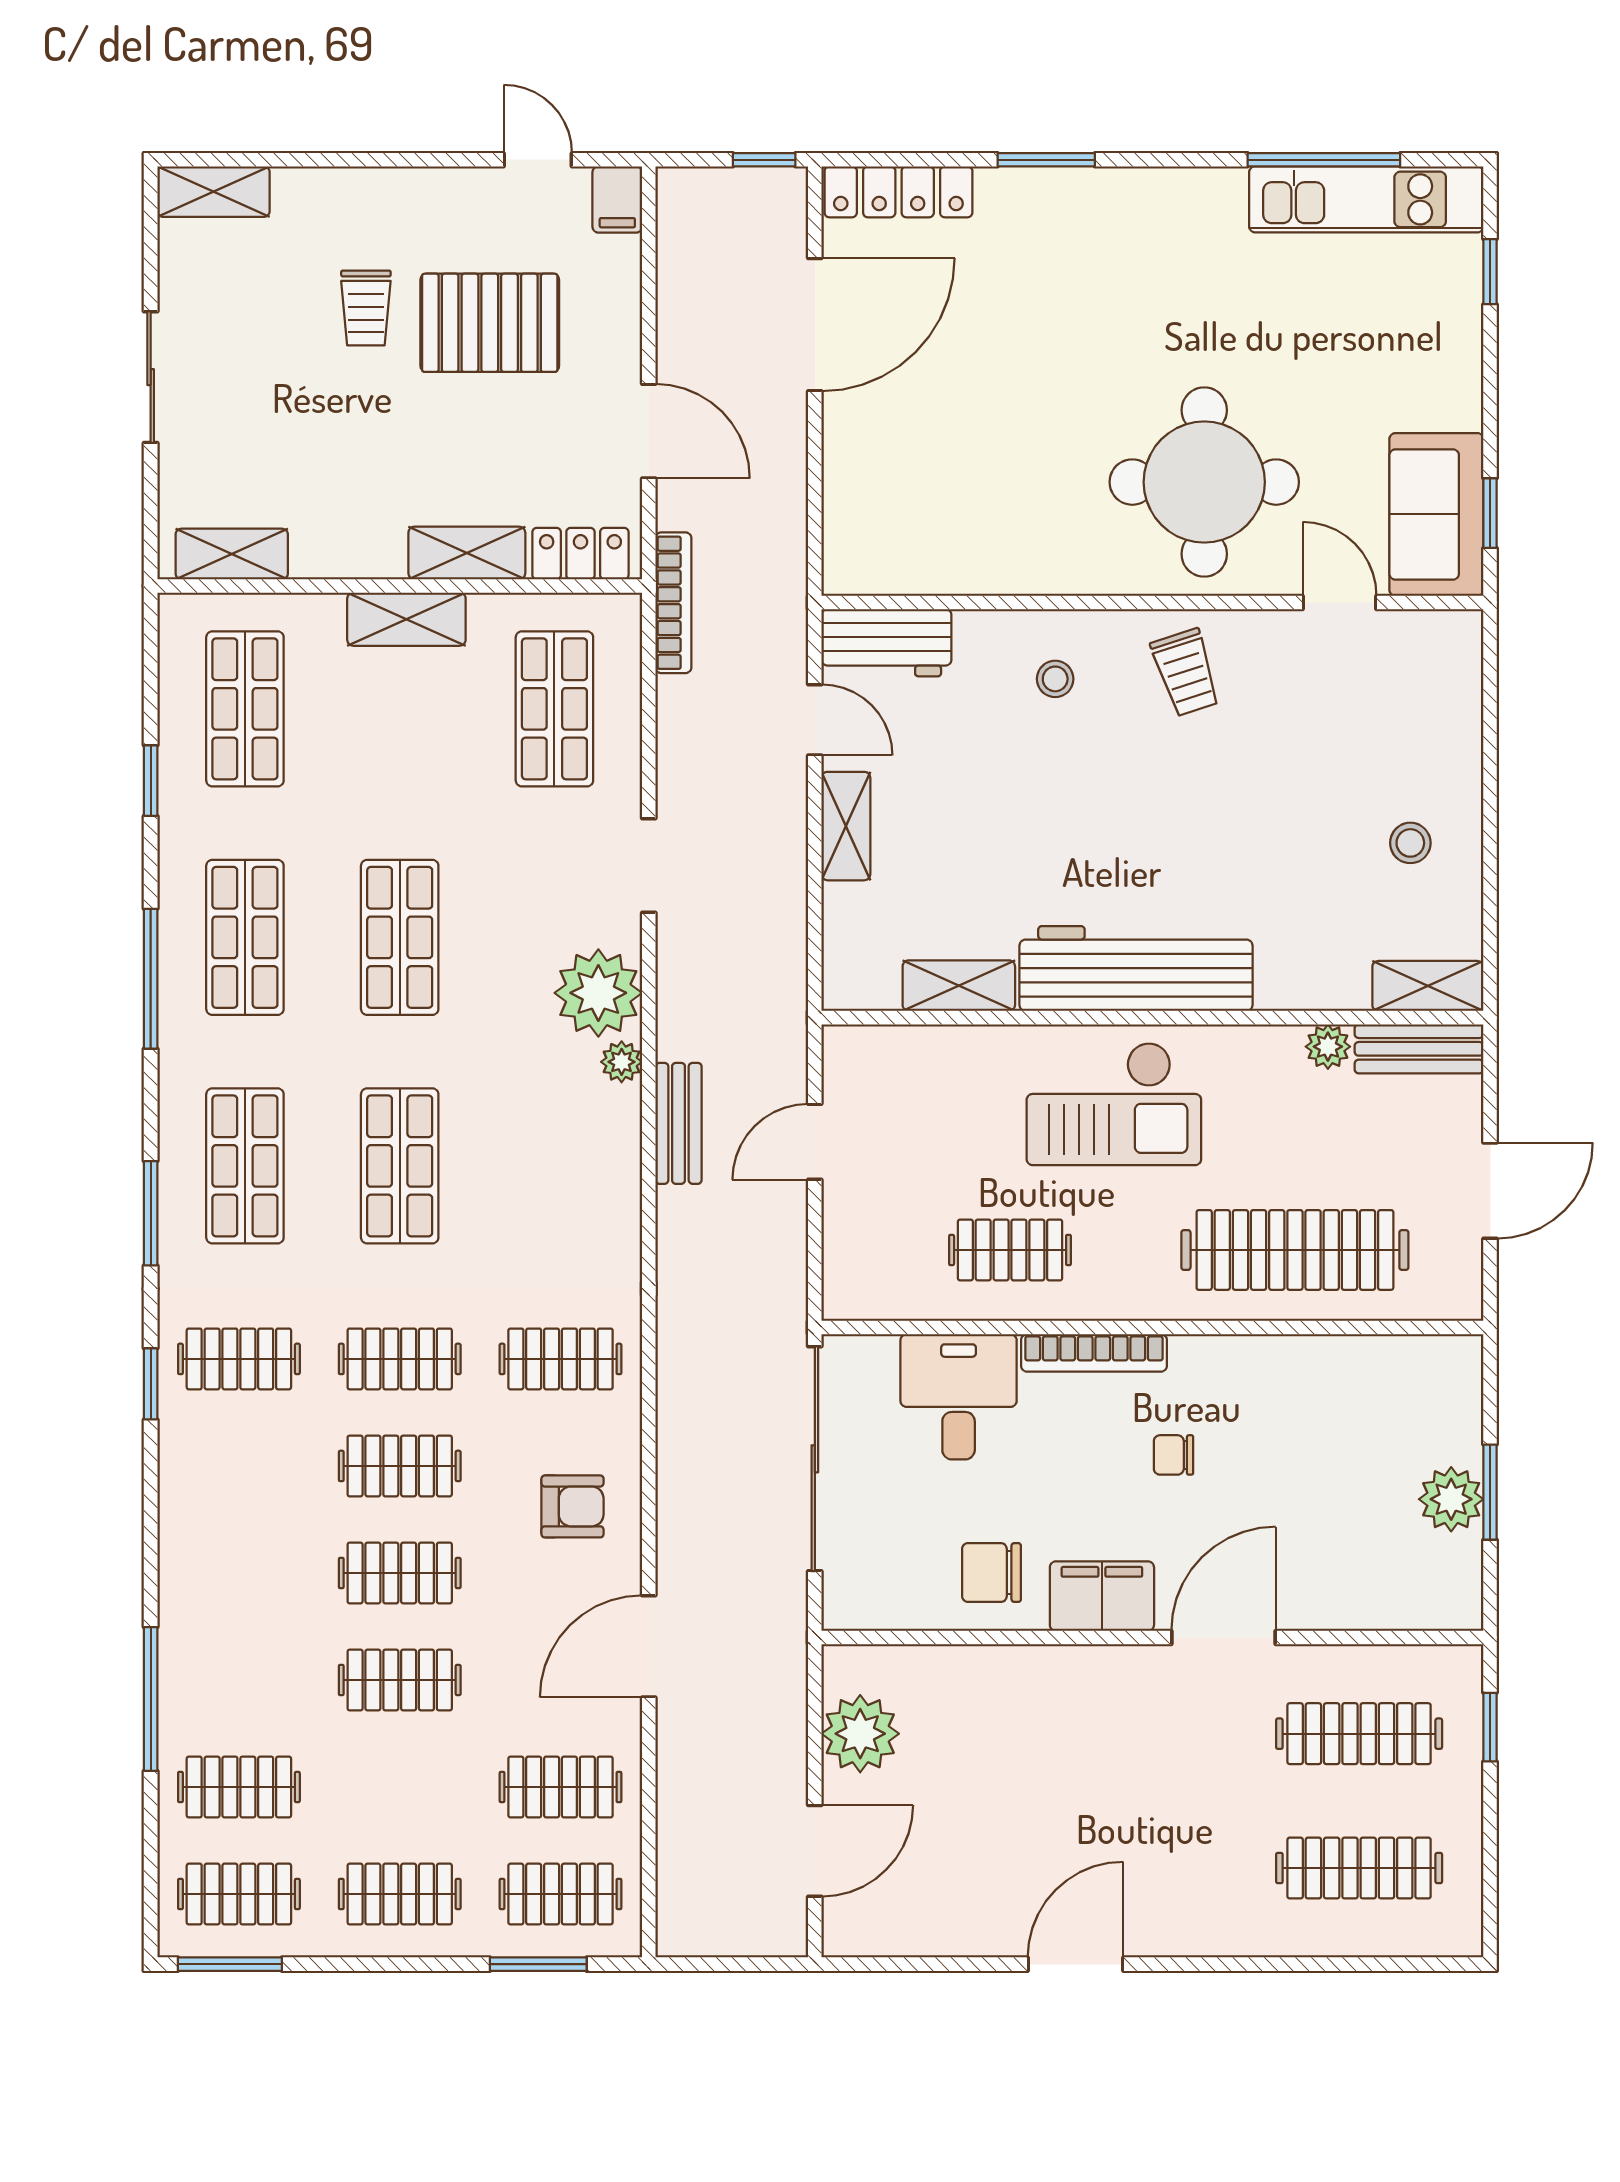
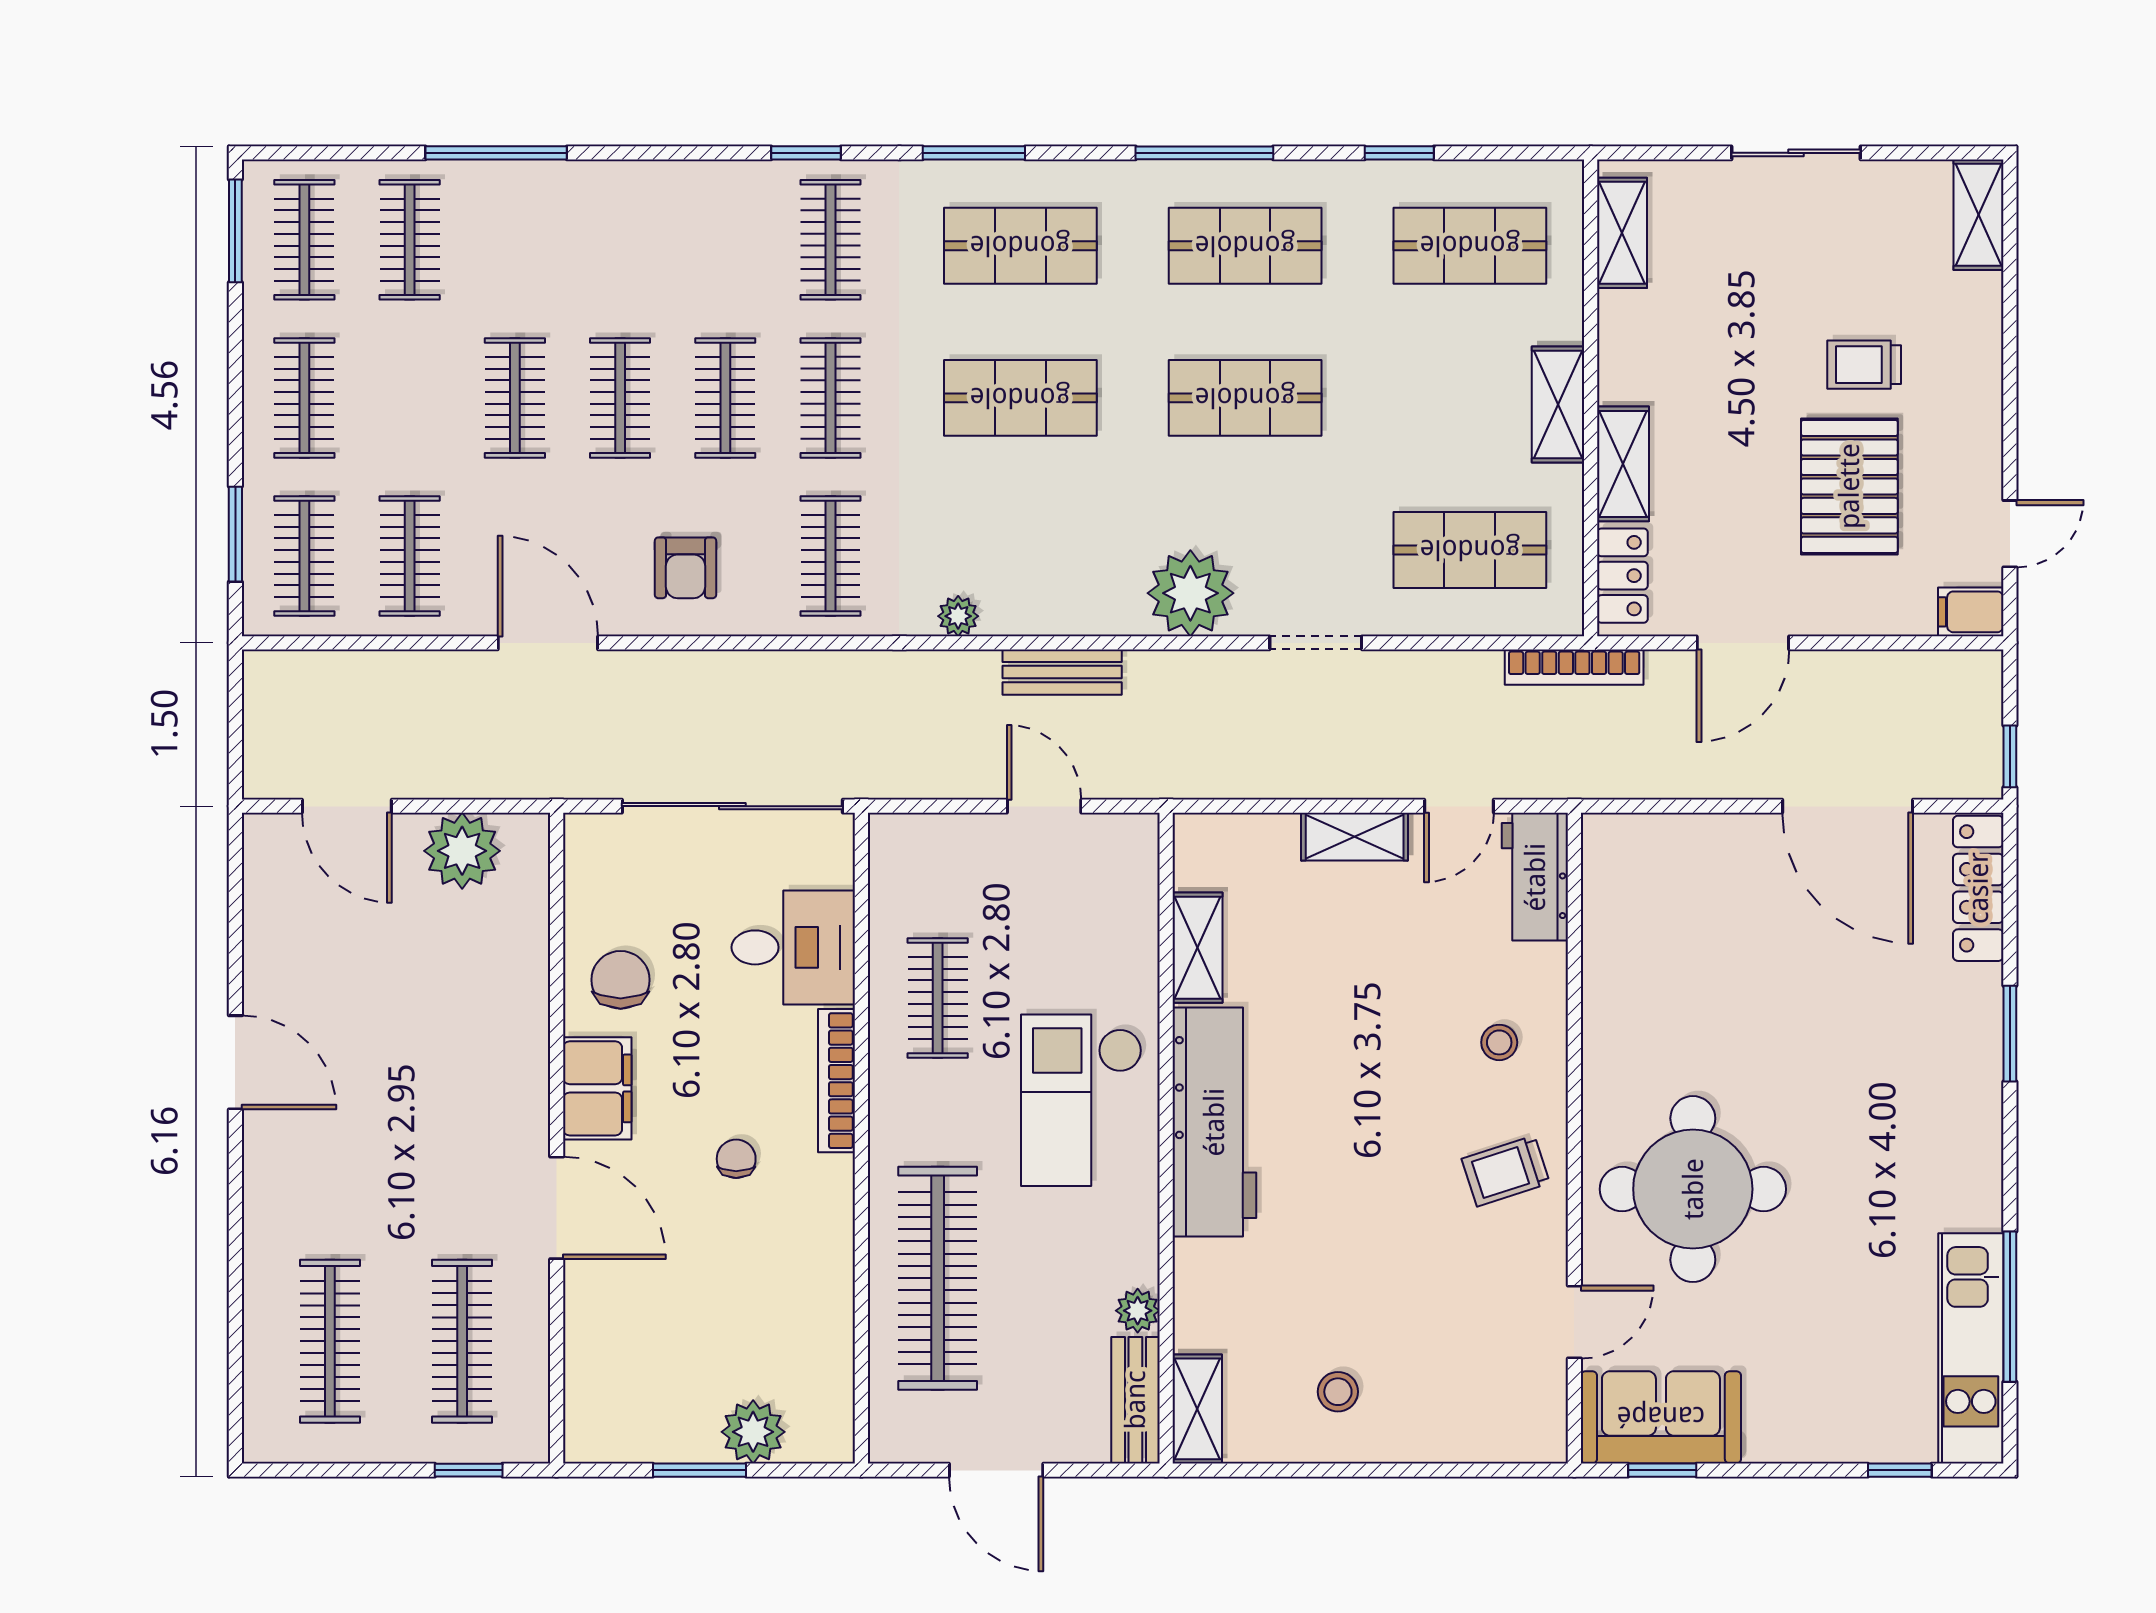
plant: (622, 1062) -> (958, 616), moved
plant: (1451, 1499) -> (753, 1432), moved

